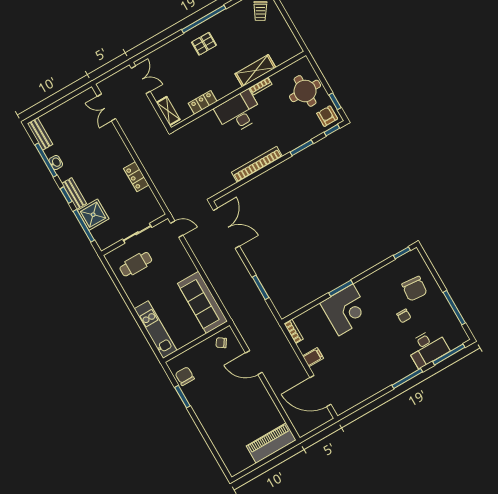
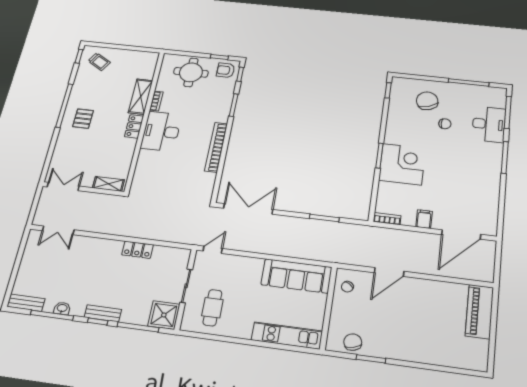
locker: (203, 102) -> (134, 126), moved
shower: (93, 215) -> (164, 315), moved
chair: (414, 289) -> (427, 101), turned -115
chair: (185, 376) -> (353, 342), turned 75

